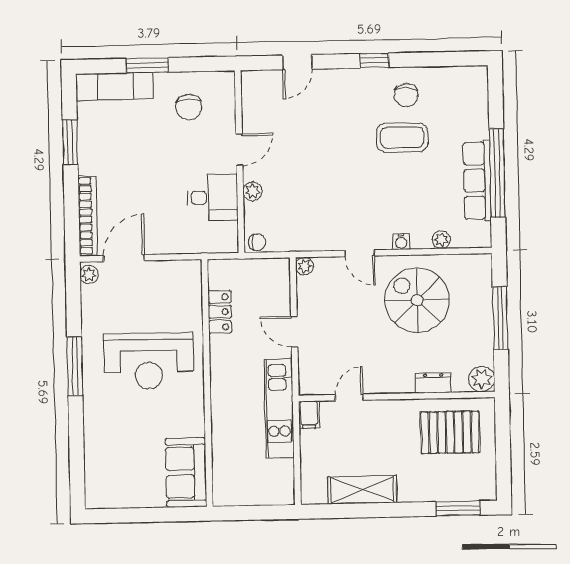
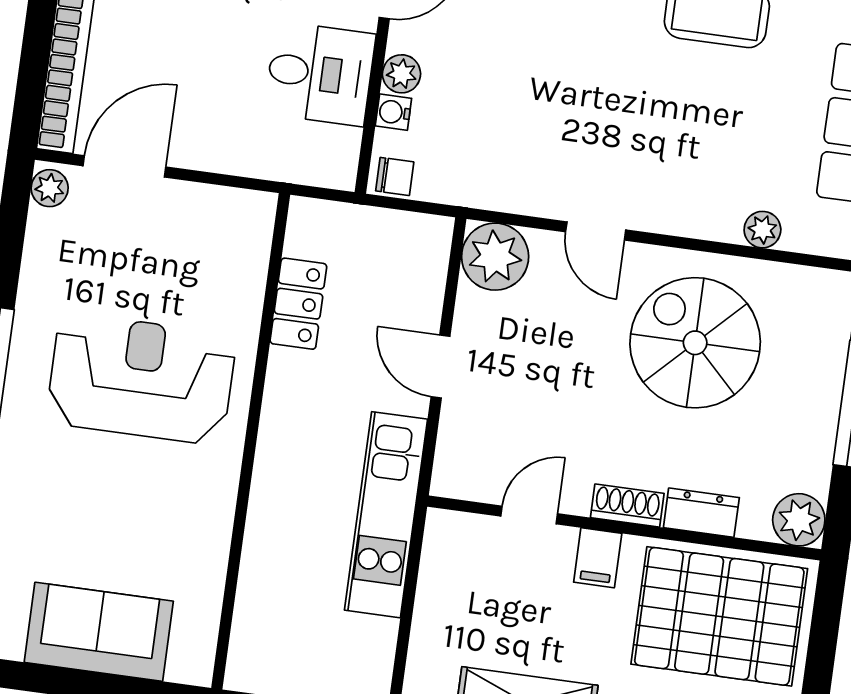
water cooler: (401, 241) -> (393, 112), moved, turned 90
plant: (305, 266) -> (495, 257), width x1.87, depth x1.87
reception desk: (149, 361) -> (141, 379), turned 180
shoe rack: (396, 385) -> (627, 506), added
filing cabinet: (309, 415) -> (598, 558), moved
pallet: (450, 432) -> (719, 616), width x1.37, depth x1.41
sofa: (186, 473) -> (99, 632), moved, turned 90

